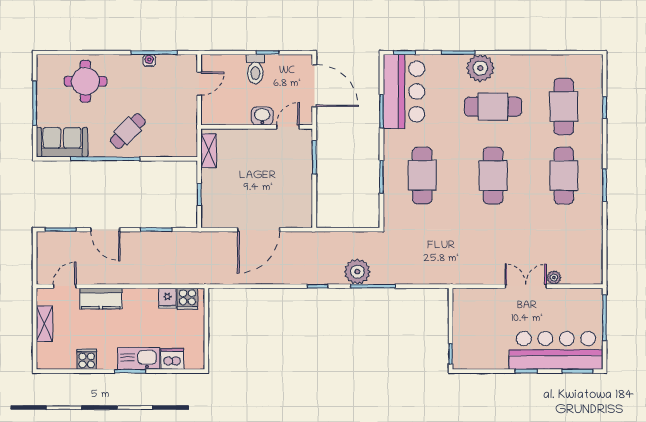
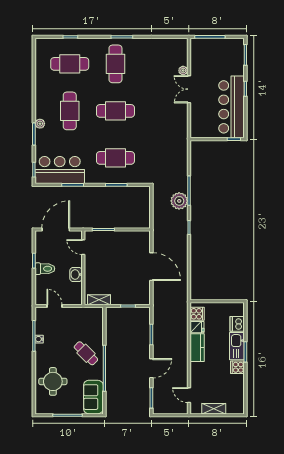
plant: (480, 68) -> (40, 124), width x0.53, depth x0.53
washbasin: (262, 116) -> (76, 275), moved
cafe table: (564, 176) -> (115, 64), turned 90
kitchen counter: (101, 298) -> (197, 348), moved
bar counter: (556, 350) -> (232, 107), moved
cooker: (87, 359) -> (237, 367), moved

